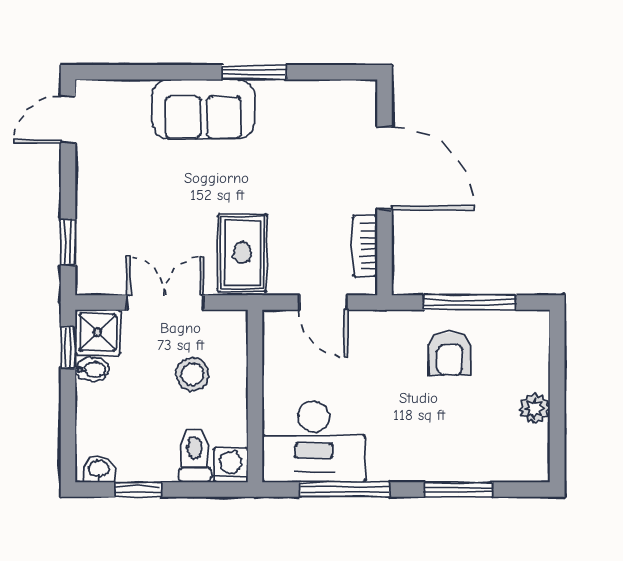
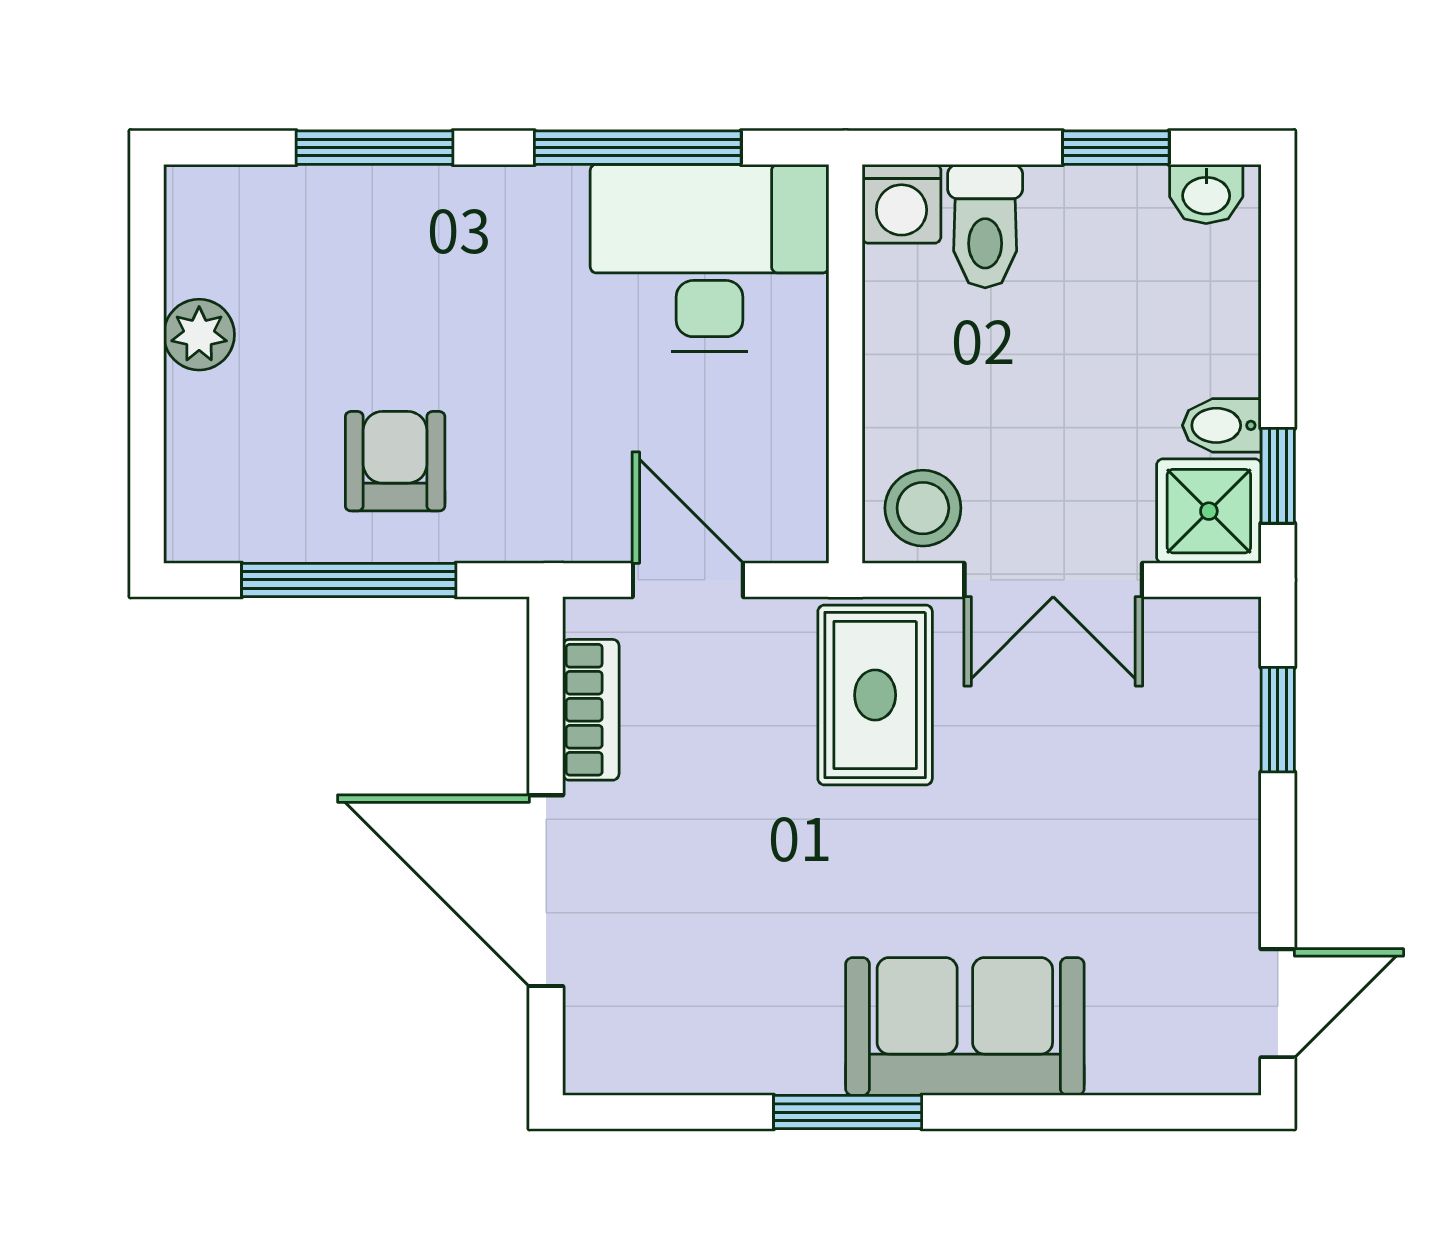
stool: (193, 374) -> (923, 508), moved

